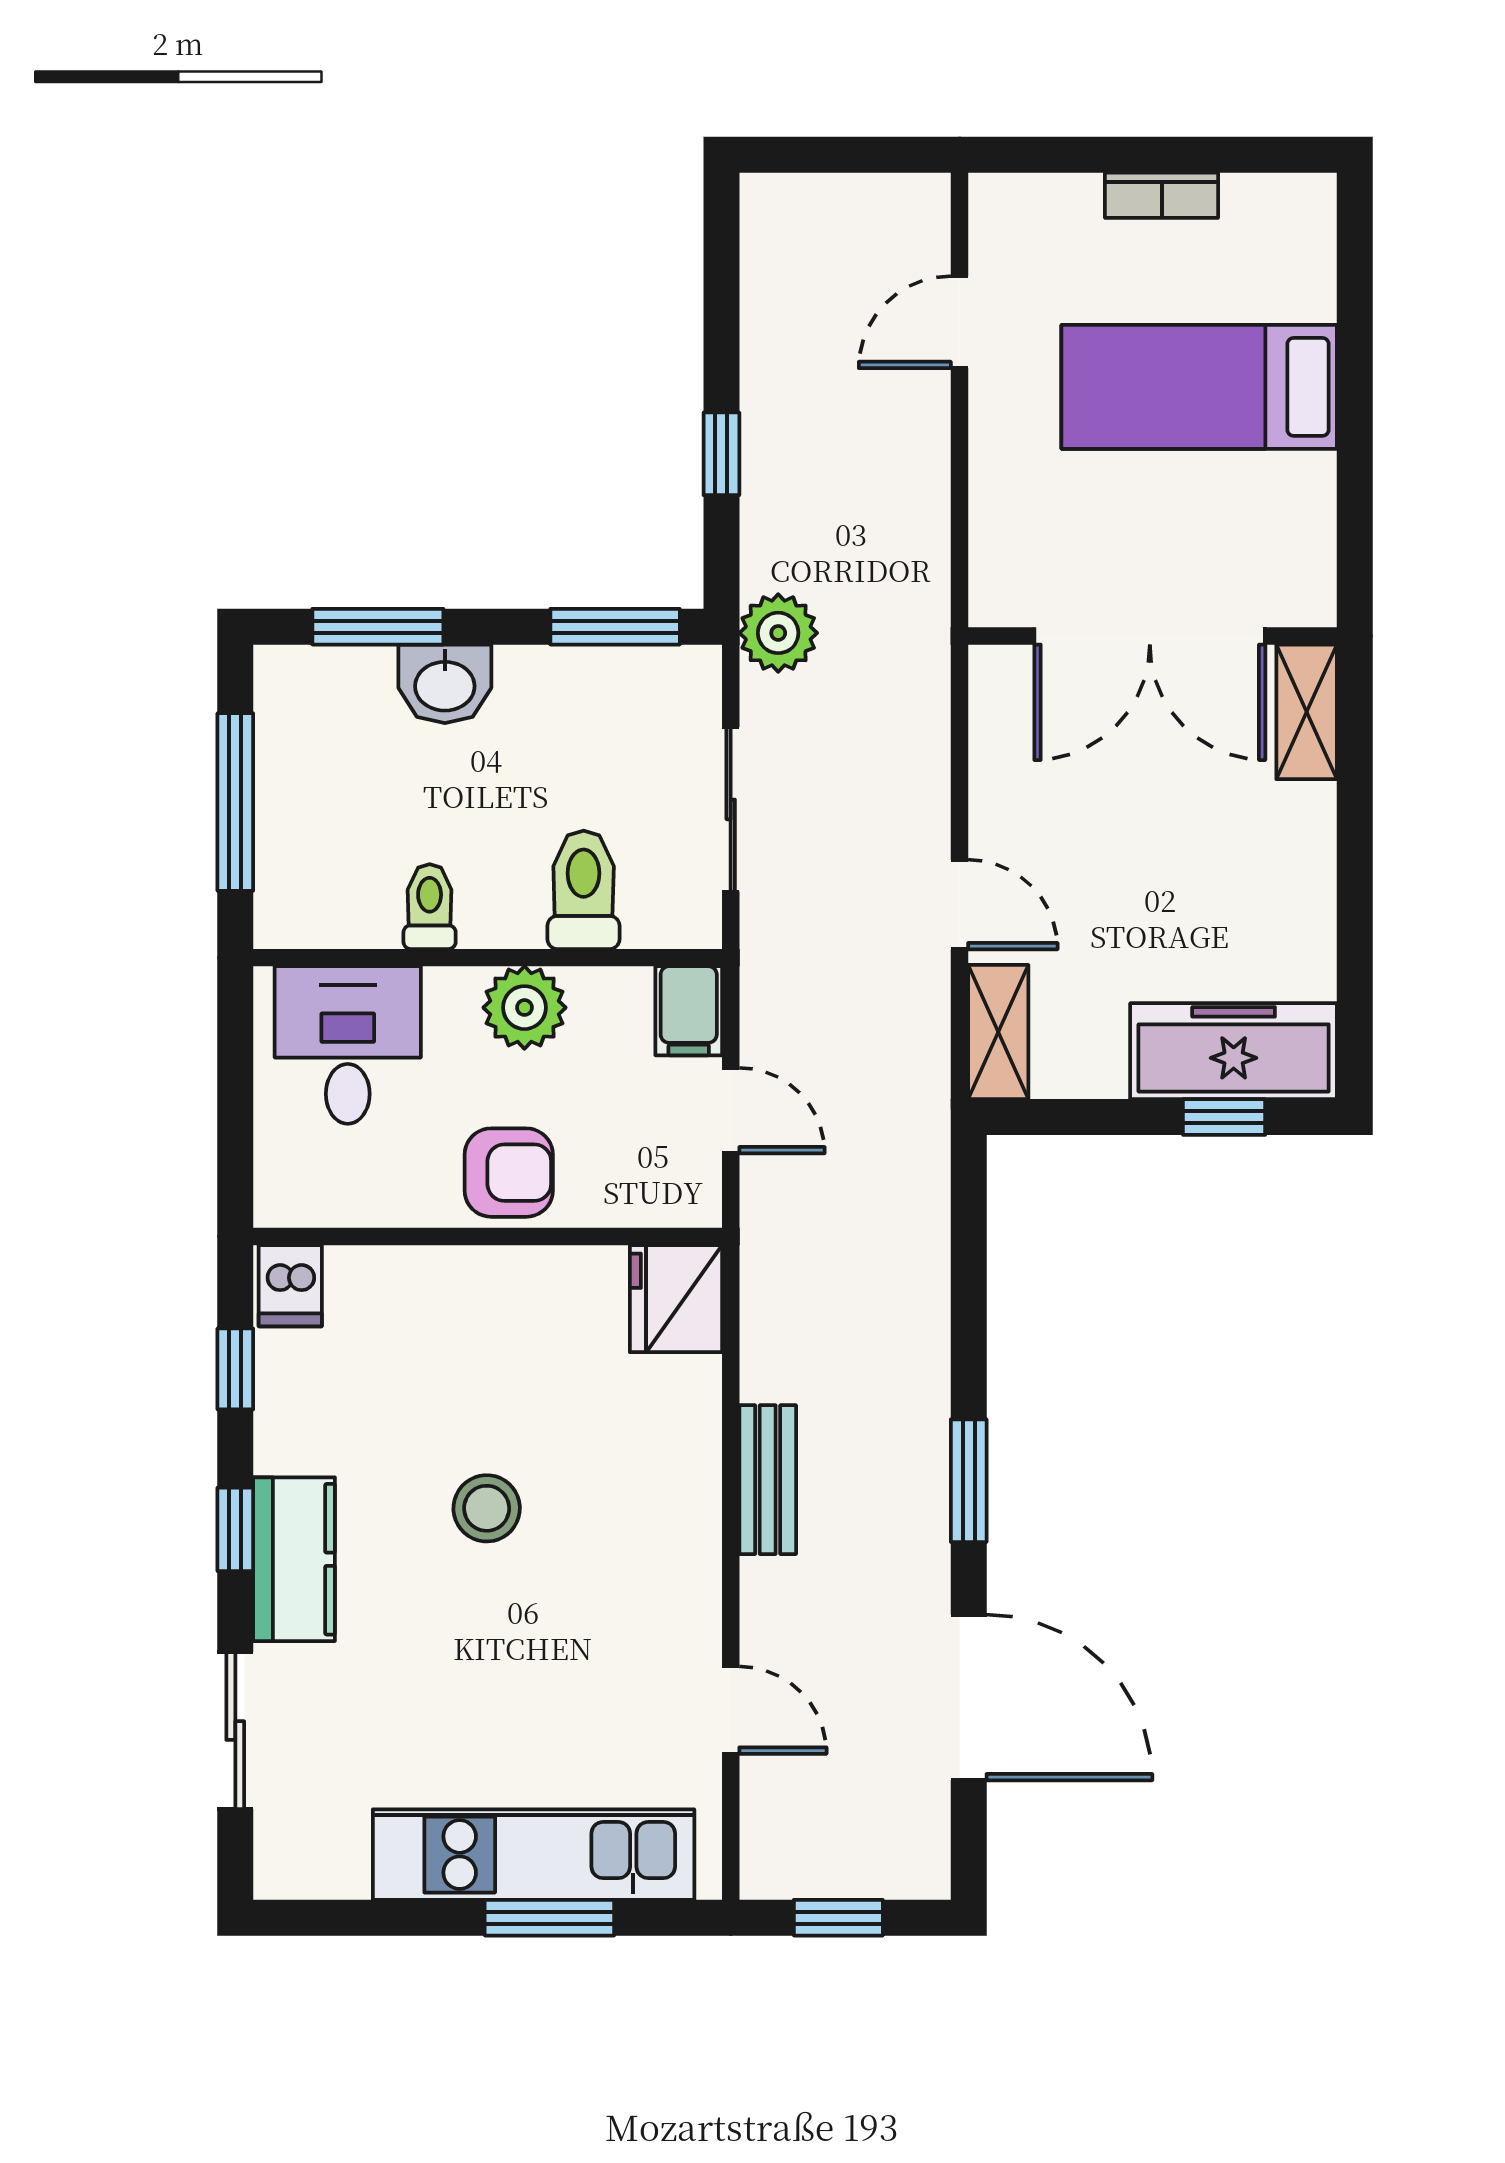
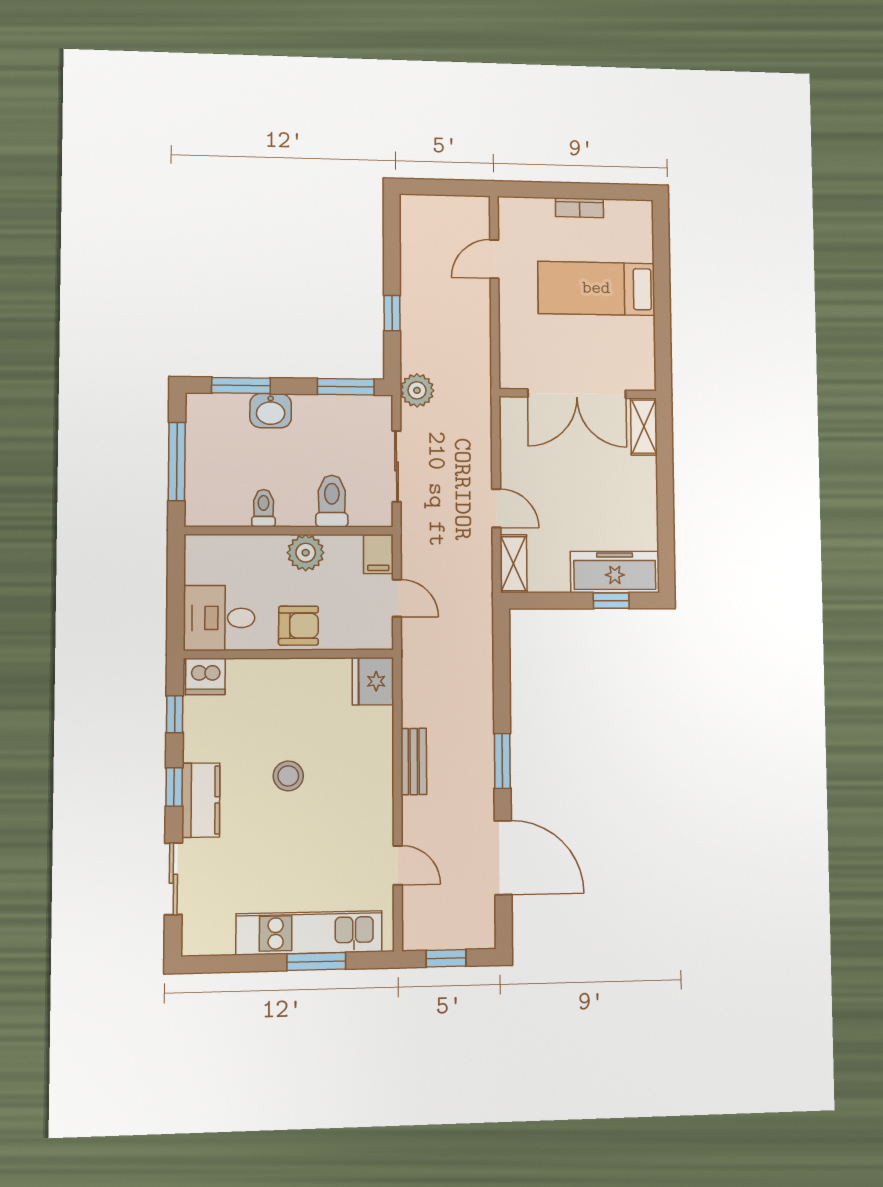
desk: (348, 1045) -> (219, 618), moved, turned -90
dishwasher: (290, 1286) -> (205, 677), width x1.38

